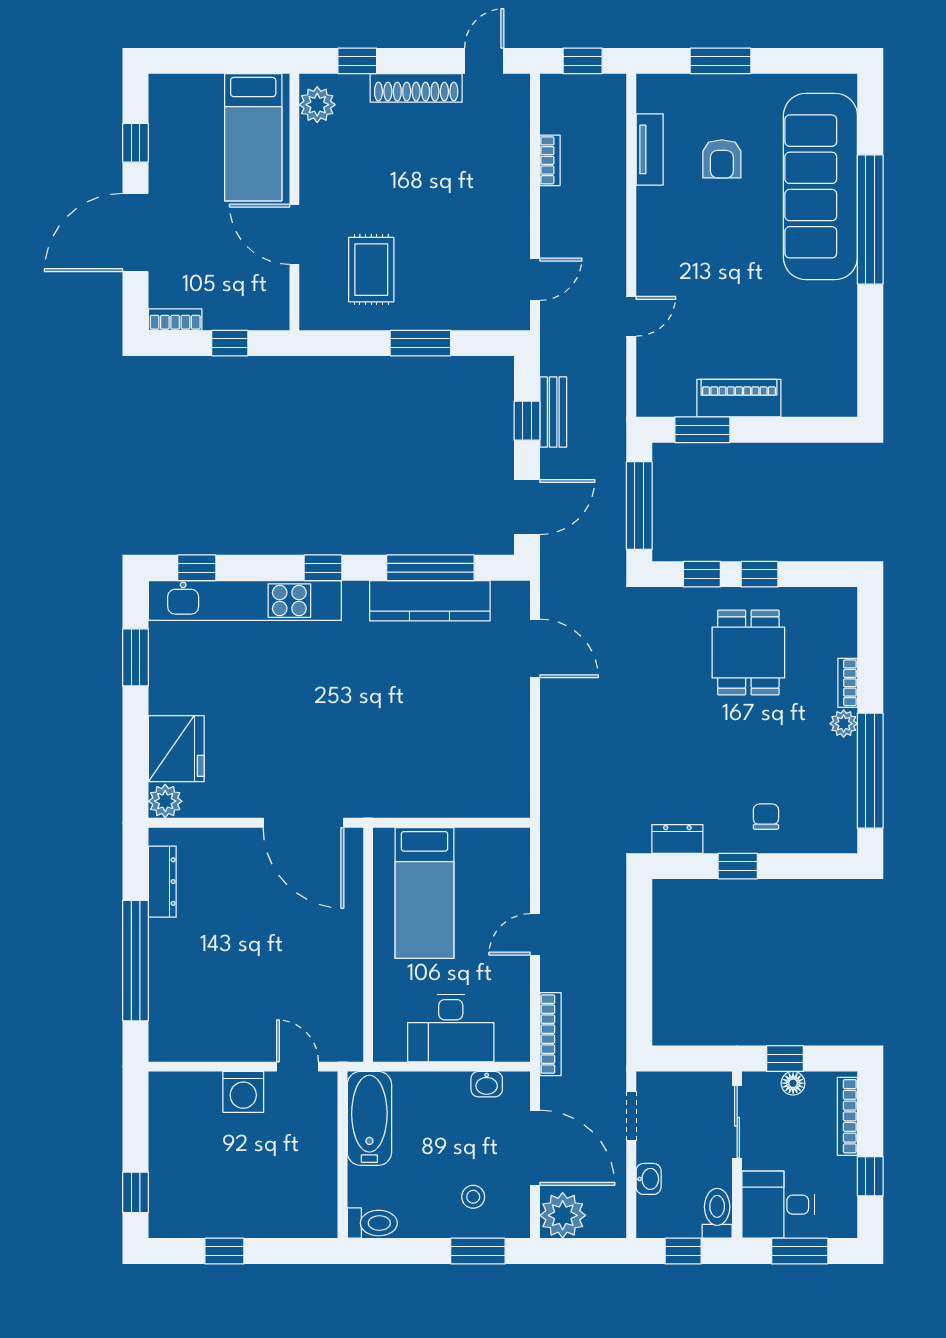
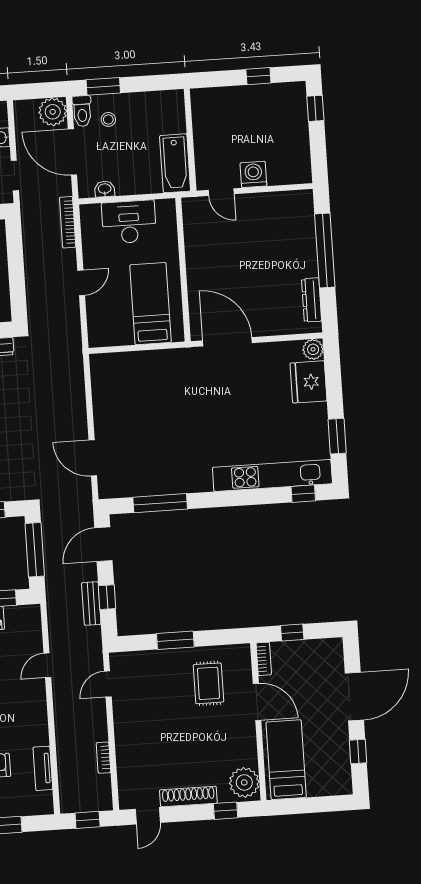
plant: (317, 105) -> (244, 782), width x1.36, depth x1.36
bookcase: (175, 320) -> (264, 659), moved, turned -90
window: (323, 568) -> (226, 499), removed
kitchen counter: (430, 601) -> (159, 483), removed
toilet: (372, 1223) -> (82, 111), moved, turned -90

